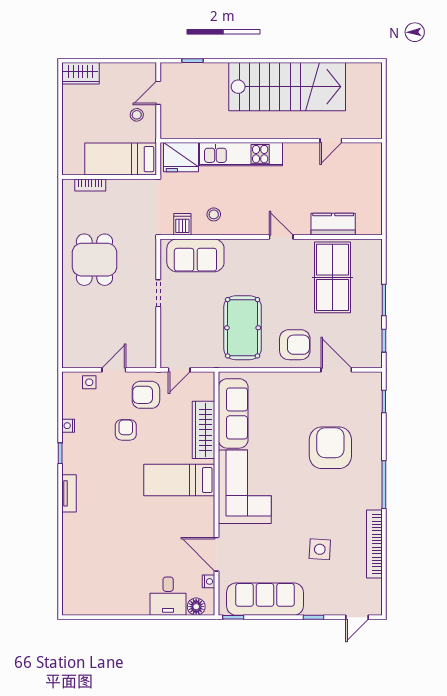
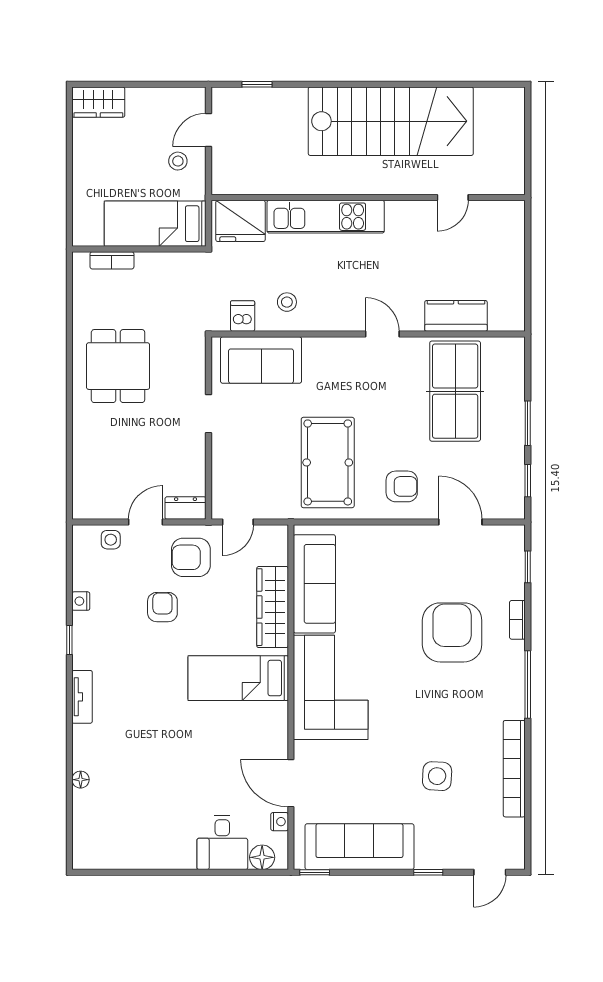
armchair: (295, 345) -> (402, 486), width x0.72, depth x0.72
dresser: (142, 360) -> (185, 508), added
bookcase: (377, 439) -> (517, 620), added
floor lamp: (68, 552) -> (81, 780), added

